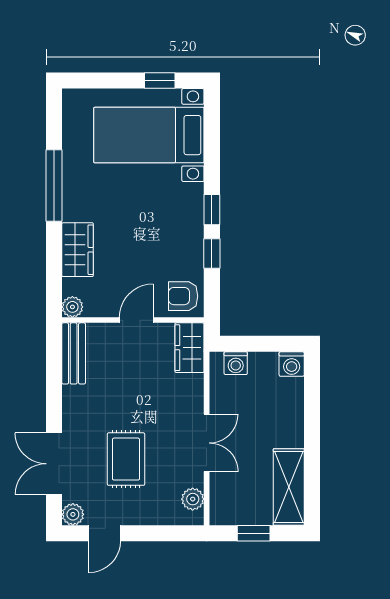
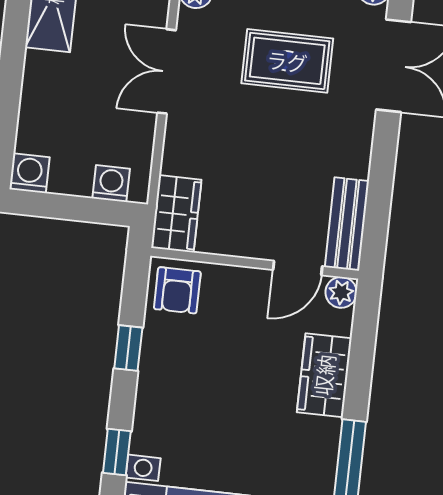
window: (212, 210) -> (117, 452), moved
armchair: (183, 296) -> (177, 290), turned 90
door: (136, 320) -> (298, 268), moved
rug: (126, 459) -> (287, 61), turned 90

